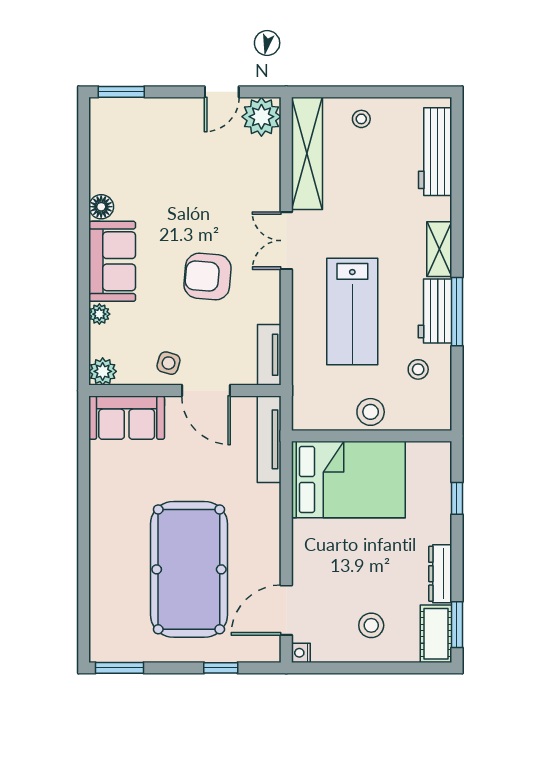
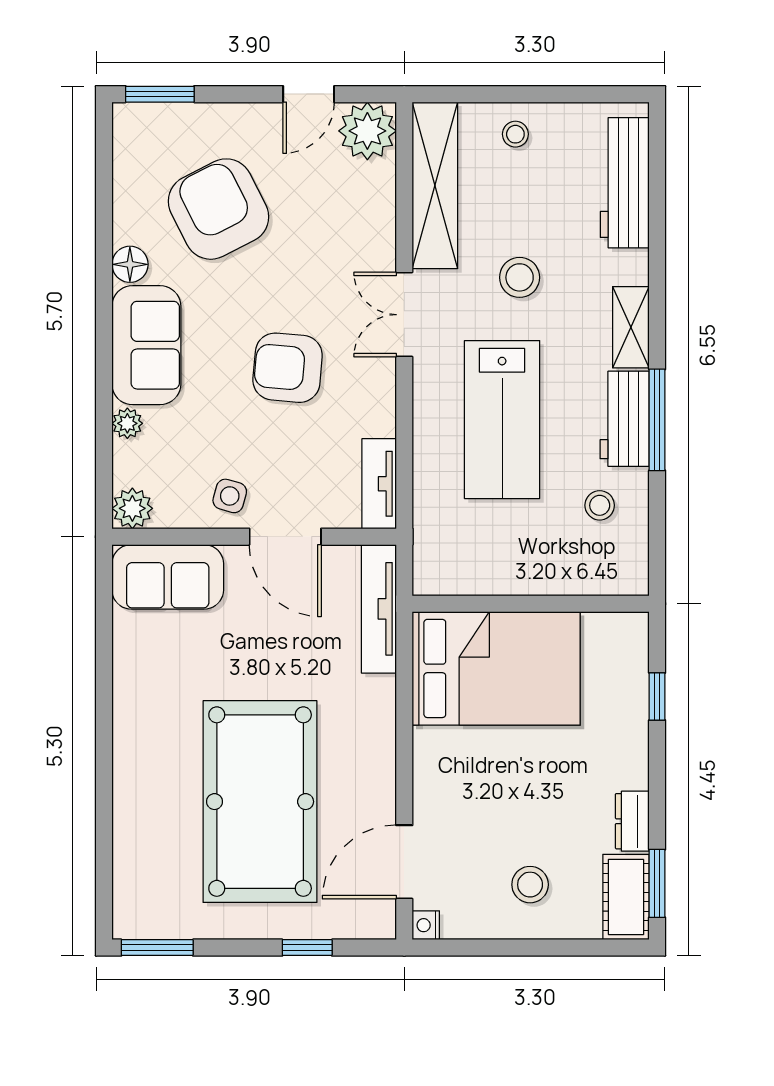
armchair: (161, 169) -> (218, 209), added
stool: (371, 412) -> (520, 277), moved
dresser: (440, 574) -> (632, 821), width x0.70

